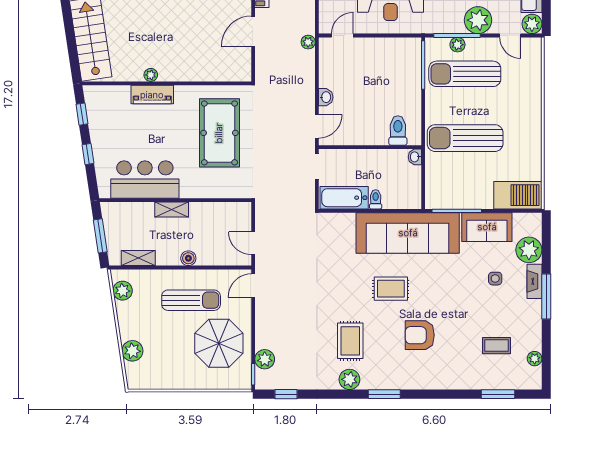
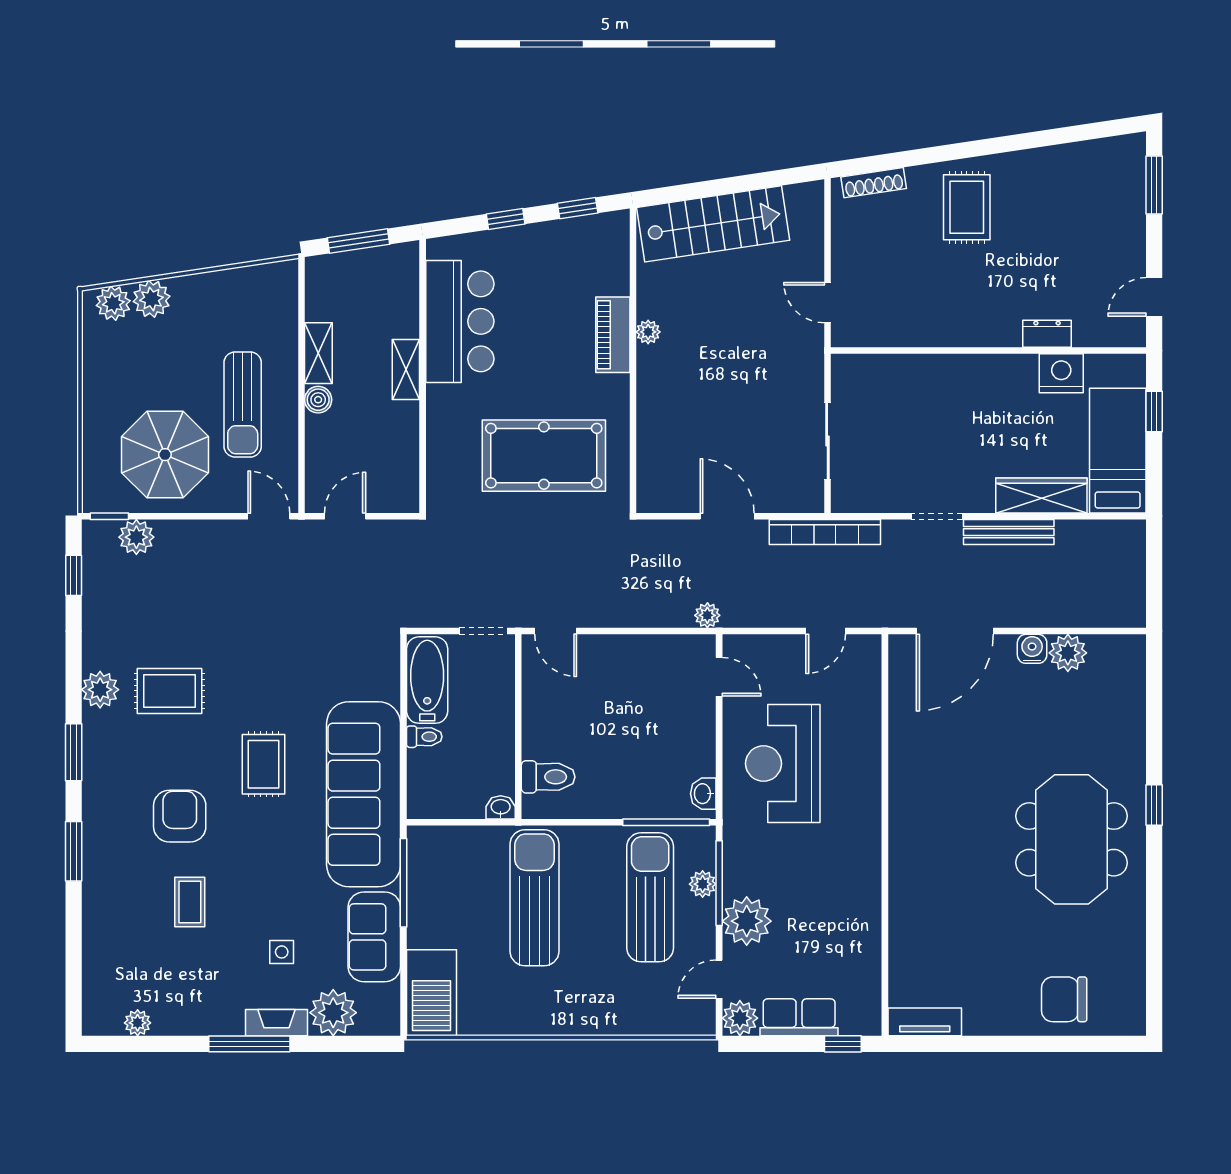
washbasin: (326, 97) -> (703, 794), moved, turned 90
shelving: (138, 258) -> (318, 353), moved
plant: (123, 291) -> (113, 303), moved
coffee table: (497, 346) -> (190, 902), moved
window: (498, 394) -> (74, 851), moved

